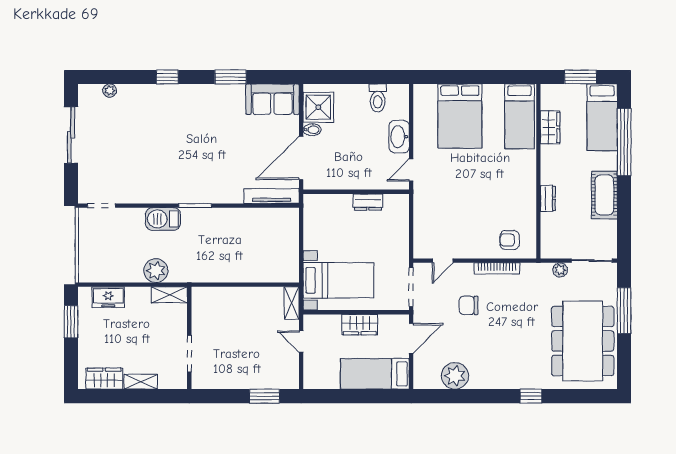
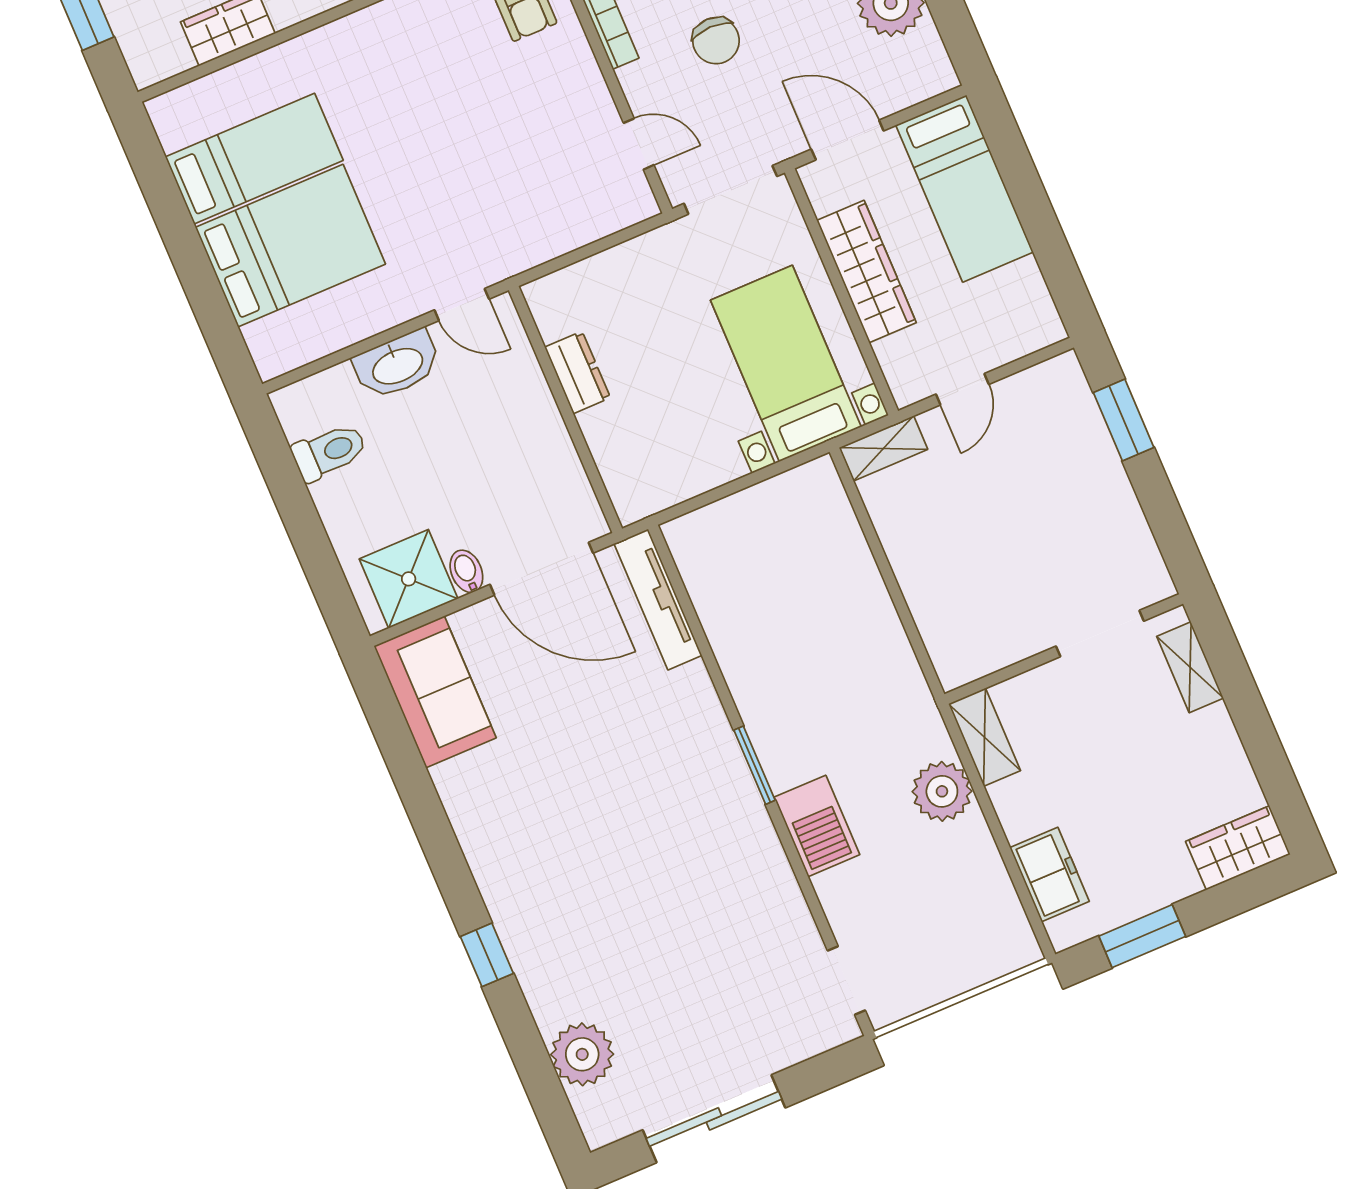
window: (231, 77) -> (425, 810), removed
plant: (110, 91) -> (582, 1054), width x1.88, depth x1.88
bed: (520, 116) -> (254, 159), moved
wardrobe: (360, 325) -> (866, 271), width x1.50
wardrobe: (104, 379) -> (1238, 848), moved, turned 90
shelving: (141, 382) -> (1190, 667), moved

